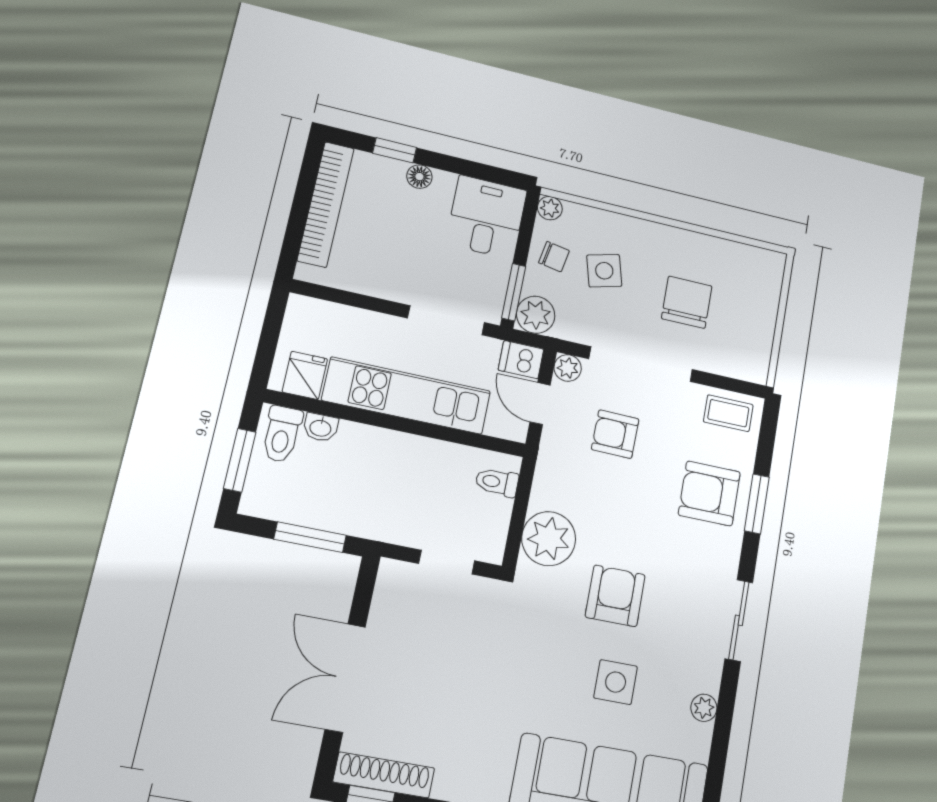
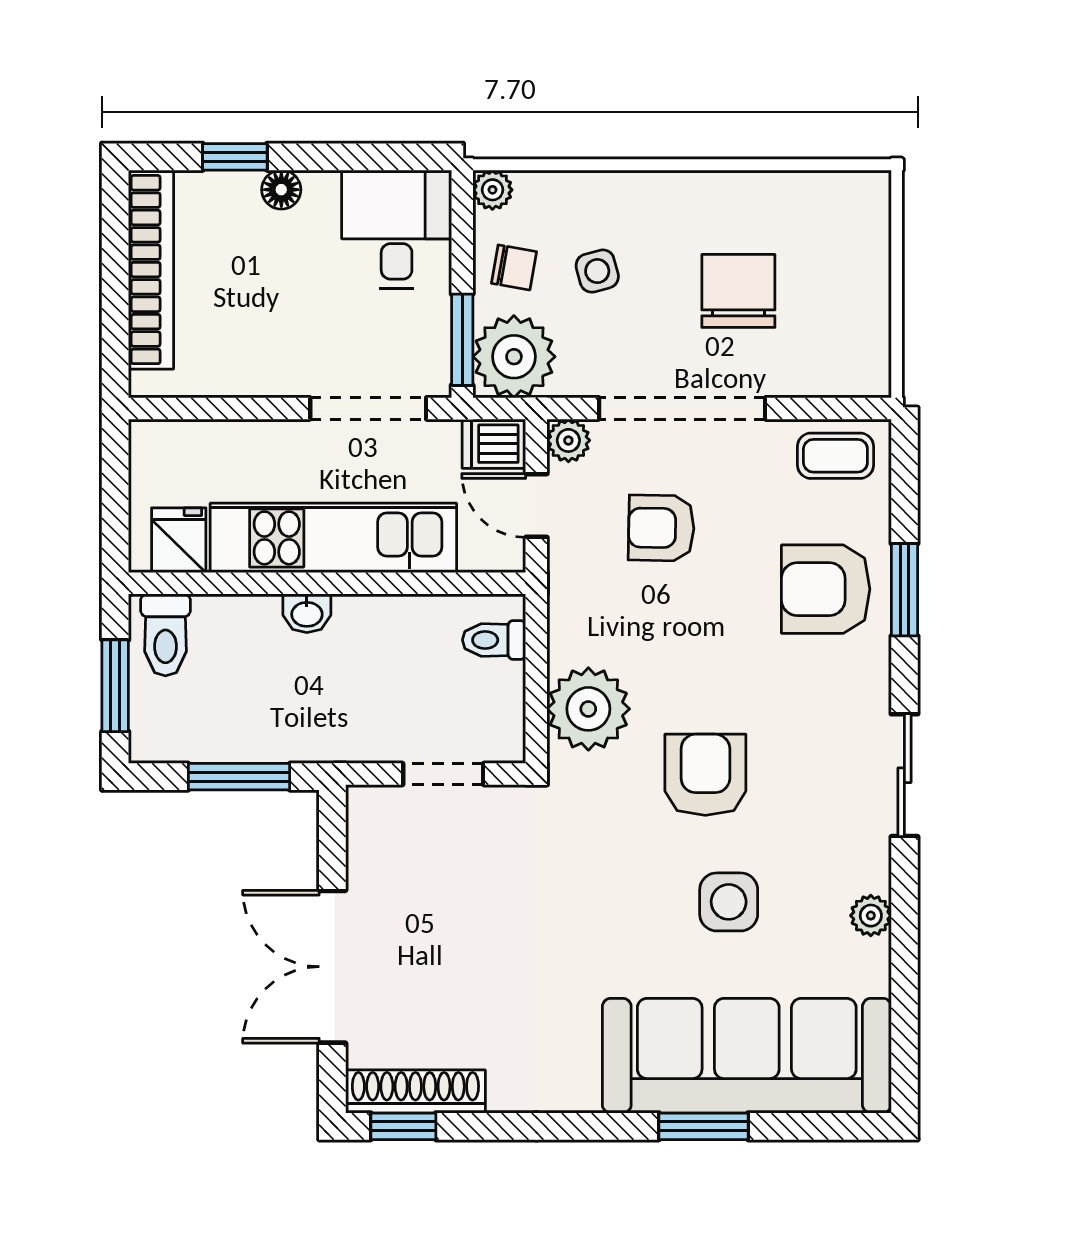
side table: (604, 271) -> (597, 271), width x0.73, depth x0.73
plant: (536, 315) -> (514, 357), width x1.36, depth x1.36
washbasin: (321, 428) -> (307, 613), moved

